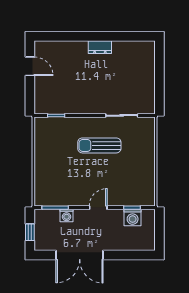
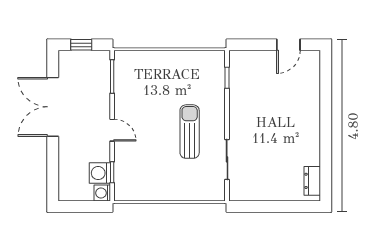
dresser: (100, 47) -> (312, 181), moved
washing machine: (67, 215) -> (102, 193), moved

